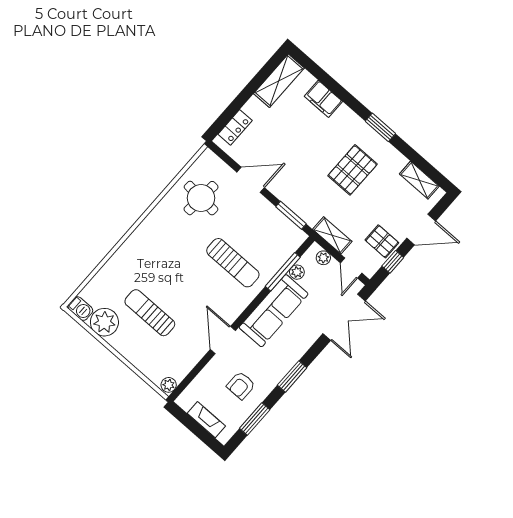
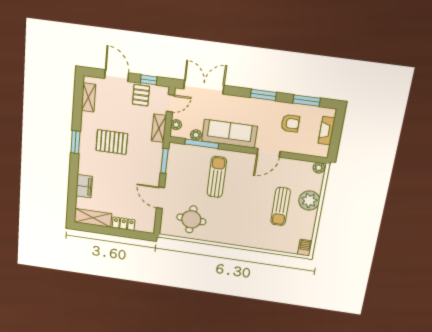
locker: (235, 127) -> (124, 224), moved
plant: (104, 322) -> (309, 200), moved

